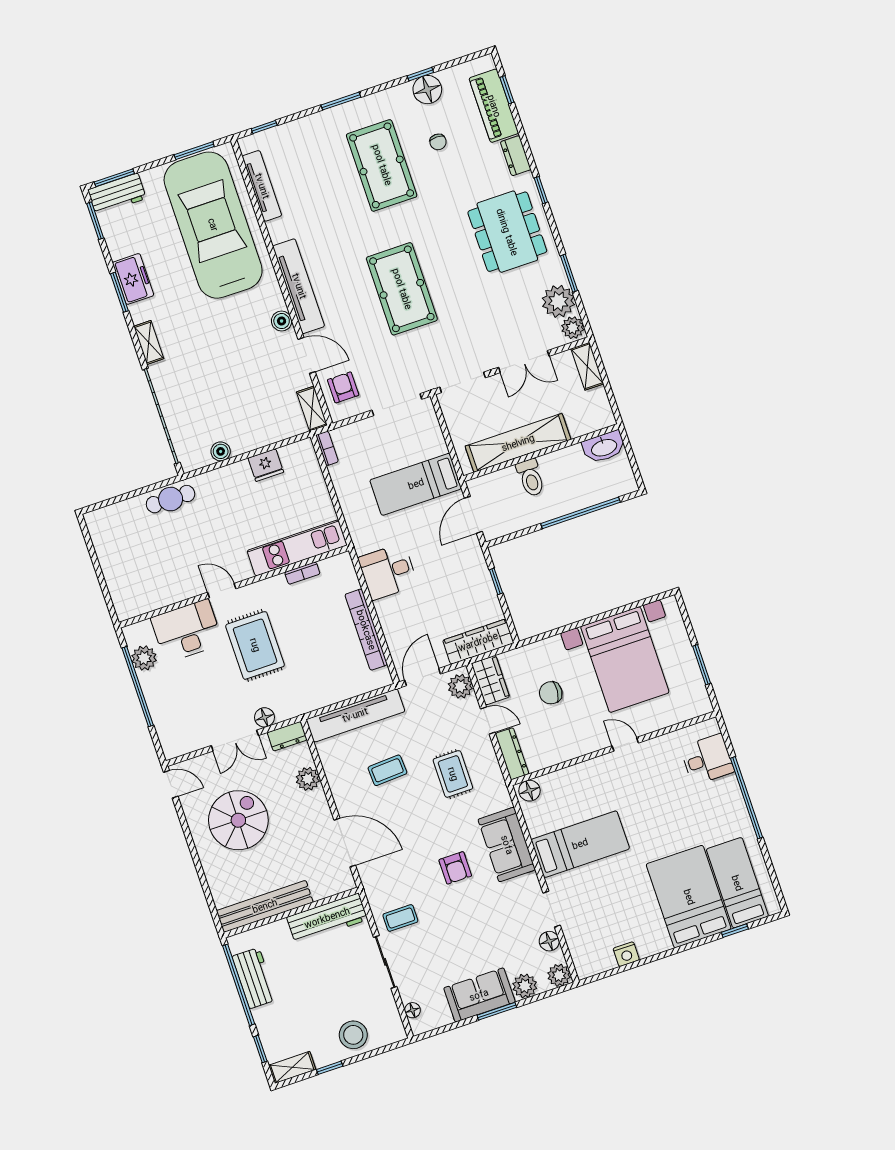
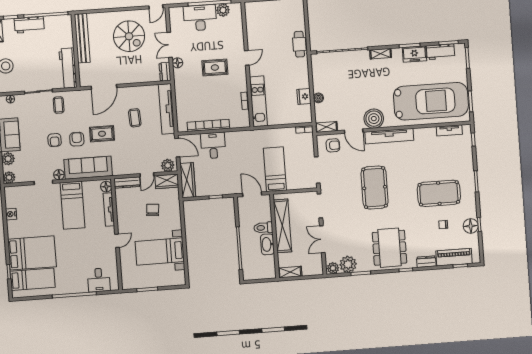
tv unit: (262, 186) -> (449, 130), width x0.71
workbench: (117, 194) -> (441, 52), moved, turned -90
dining table: (507, 232) -> (389, 248), turned 90
pool table: (402, 289) -> (375, 188), turned 90
boiler: (282, 321) -> (374, 119), width x1.86, depth x1.86
door: (307, 355) -> (354, 131), hinge flipped
shelving: (587, 366) -> (290, 272), moved
washbasin: (604, 447) -> (267, 244), moved
boiler: (221, 451) -> (318, 98), moved
desk: (388, 572) -> (213, 145), moved
desk: (187, 631) -> (200, 18), moved, turned -90
rug: (255, 645) -> (215, 68), width x0.73, depth x0.70
bed with nightstands: (625, 660) -> (160, 252), width x0.73
rug: (453, 774) -> (102, 134), moved
tv unit: (571, 775) -> (109, 210), added
plant: (308, 779) -> (141, 77), removed
sofa: (507, 845) -> (88, 168), width x1.36
armchair: (455, 868) -> (77, 139), turned 90
armchair: (468, 909) -> (55, 140), added
floor lamp: (549, 941) -> (59, 175), moved
workbench: (254, 978) -> (29, 25), moved

